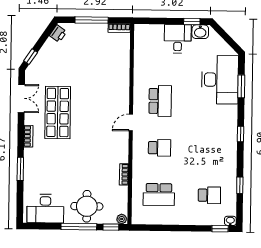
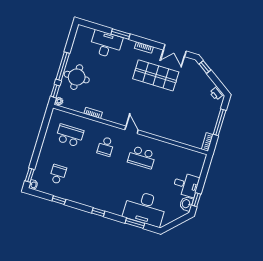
school desk: (159, 195) -> (70, 135), turned 90
school desk: (209, 195) -> (58, 174), turned 180
desk: (45, 209) -> (106, 44), moved, turned 90

